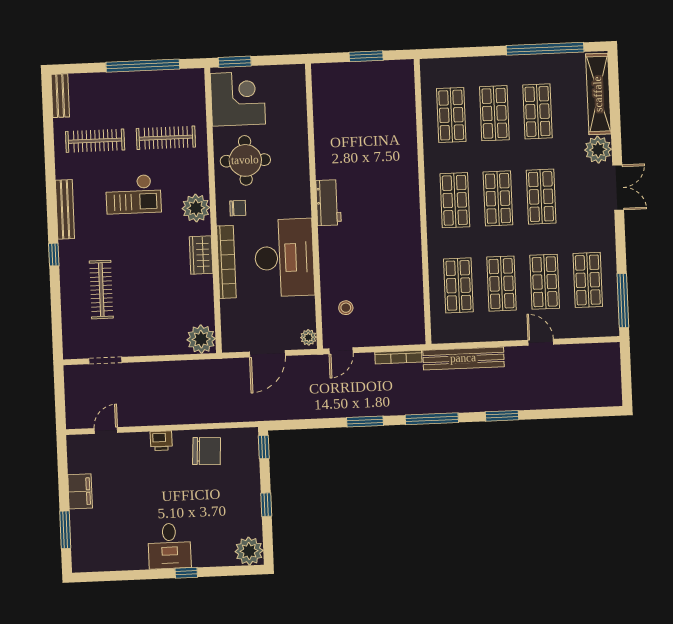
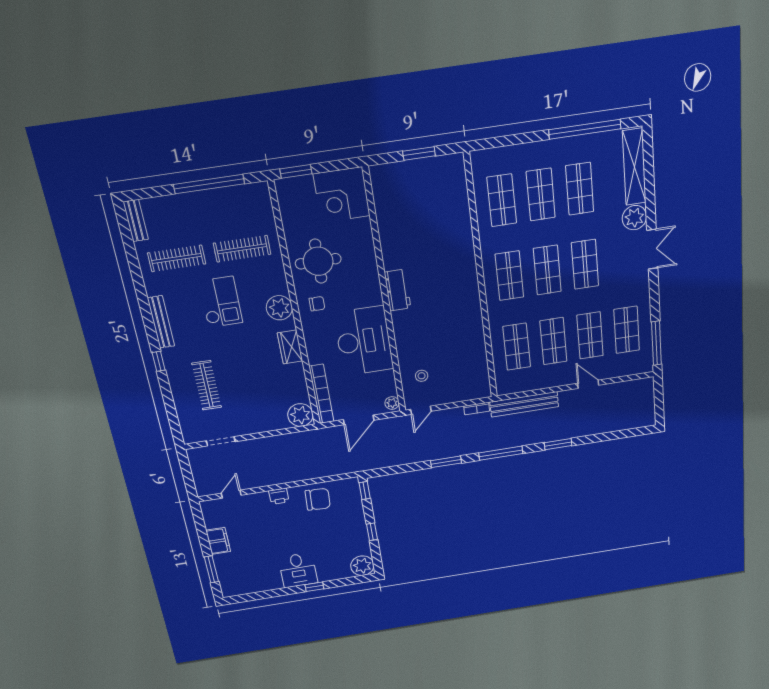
corner desk: (238, 99) -> (342, 195), moved, turned 180
checkout: (133, 194) -> (221, 302), turned -90
bookcase: (226, 262) -> (322, 394), moved
bookcase: (398, 357) -> (477, 409), width x0.64

